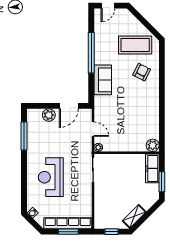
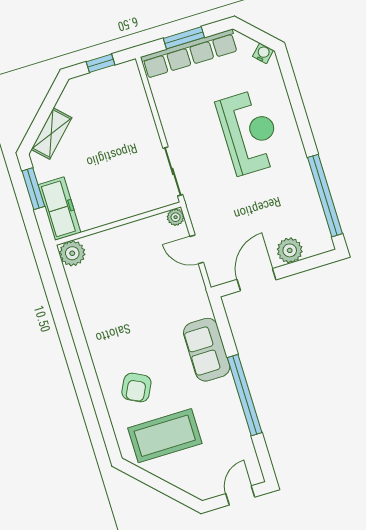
window: (24, 136) -> (325, 196), width x1.46
shelving: (134, 216) -> (51, 133), moved

